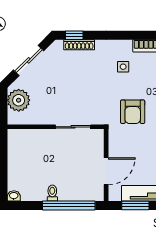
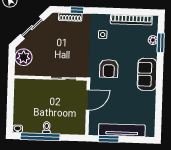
window: (74, 35) -> (77, 10), moved
door: (106, 171) -> (88, 100), moved
window: (69, 205) -> (40, 137), moved

